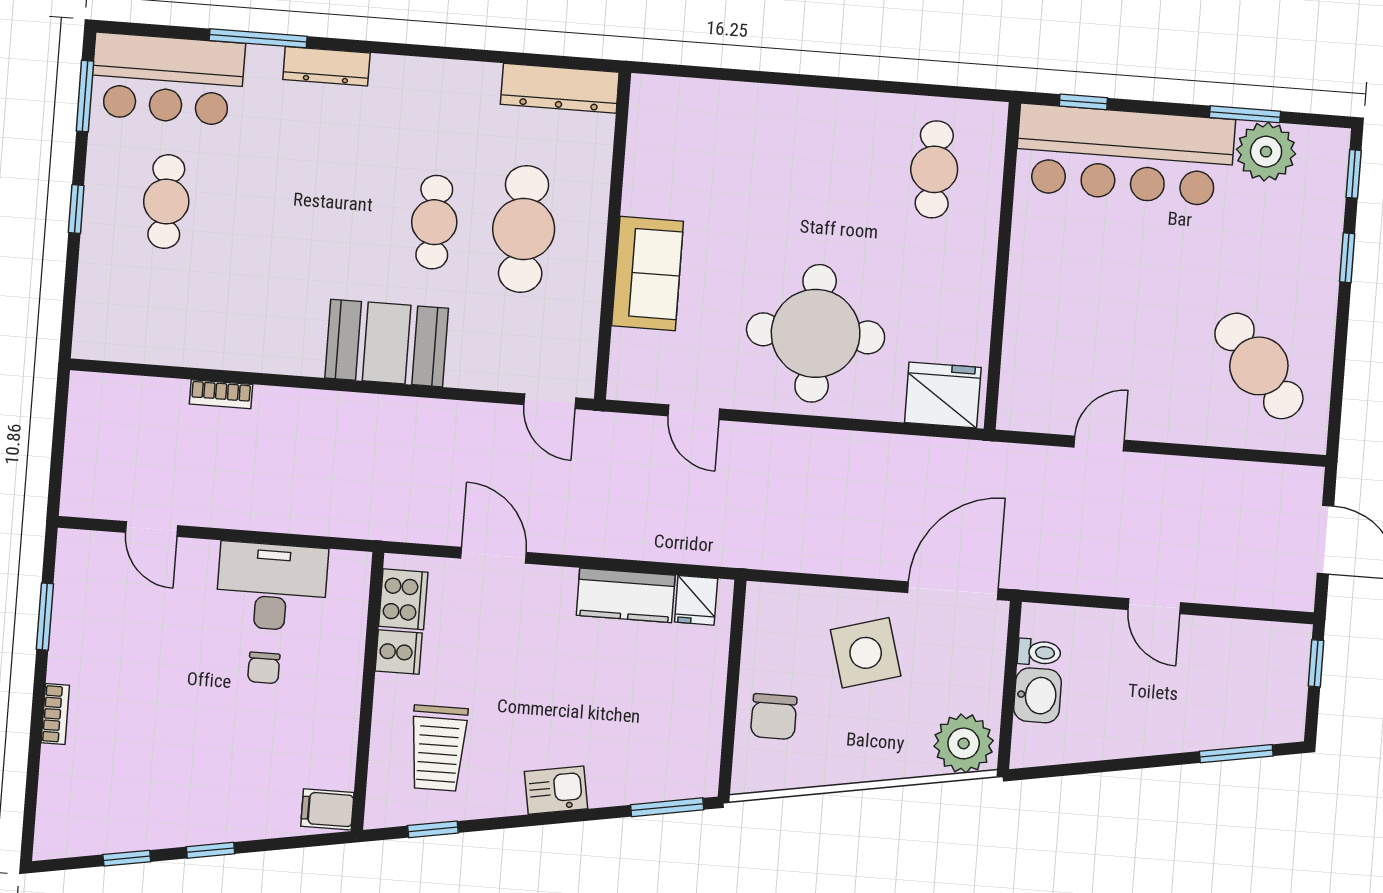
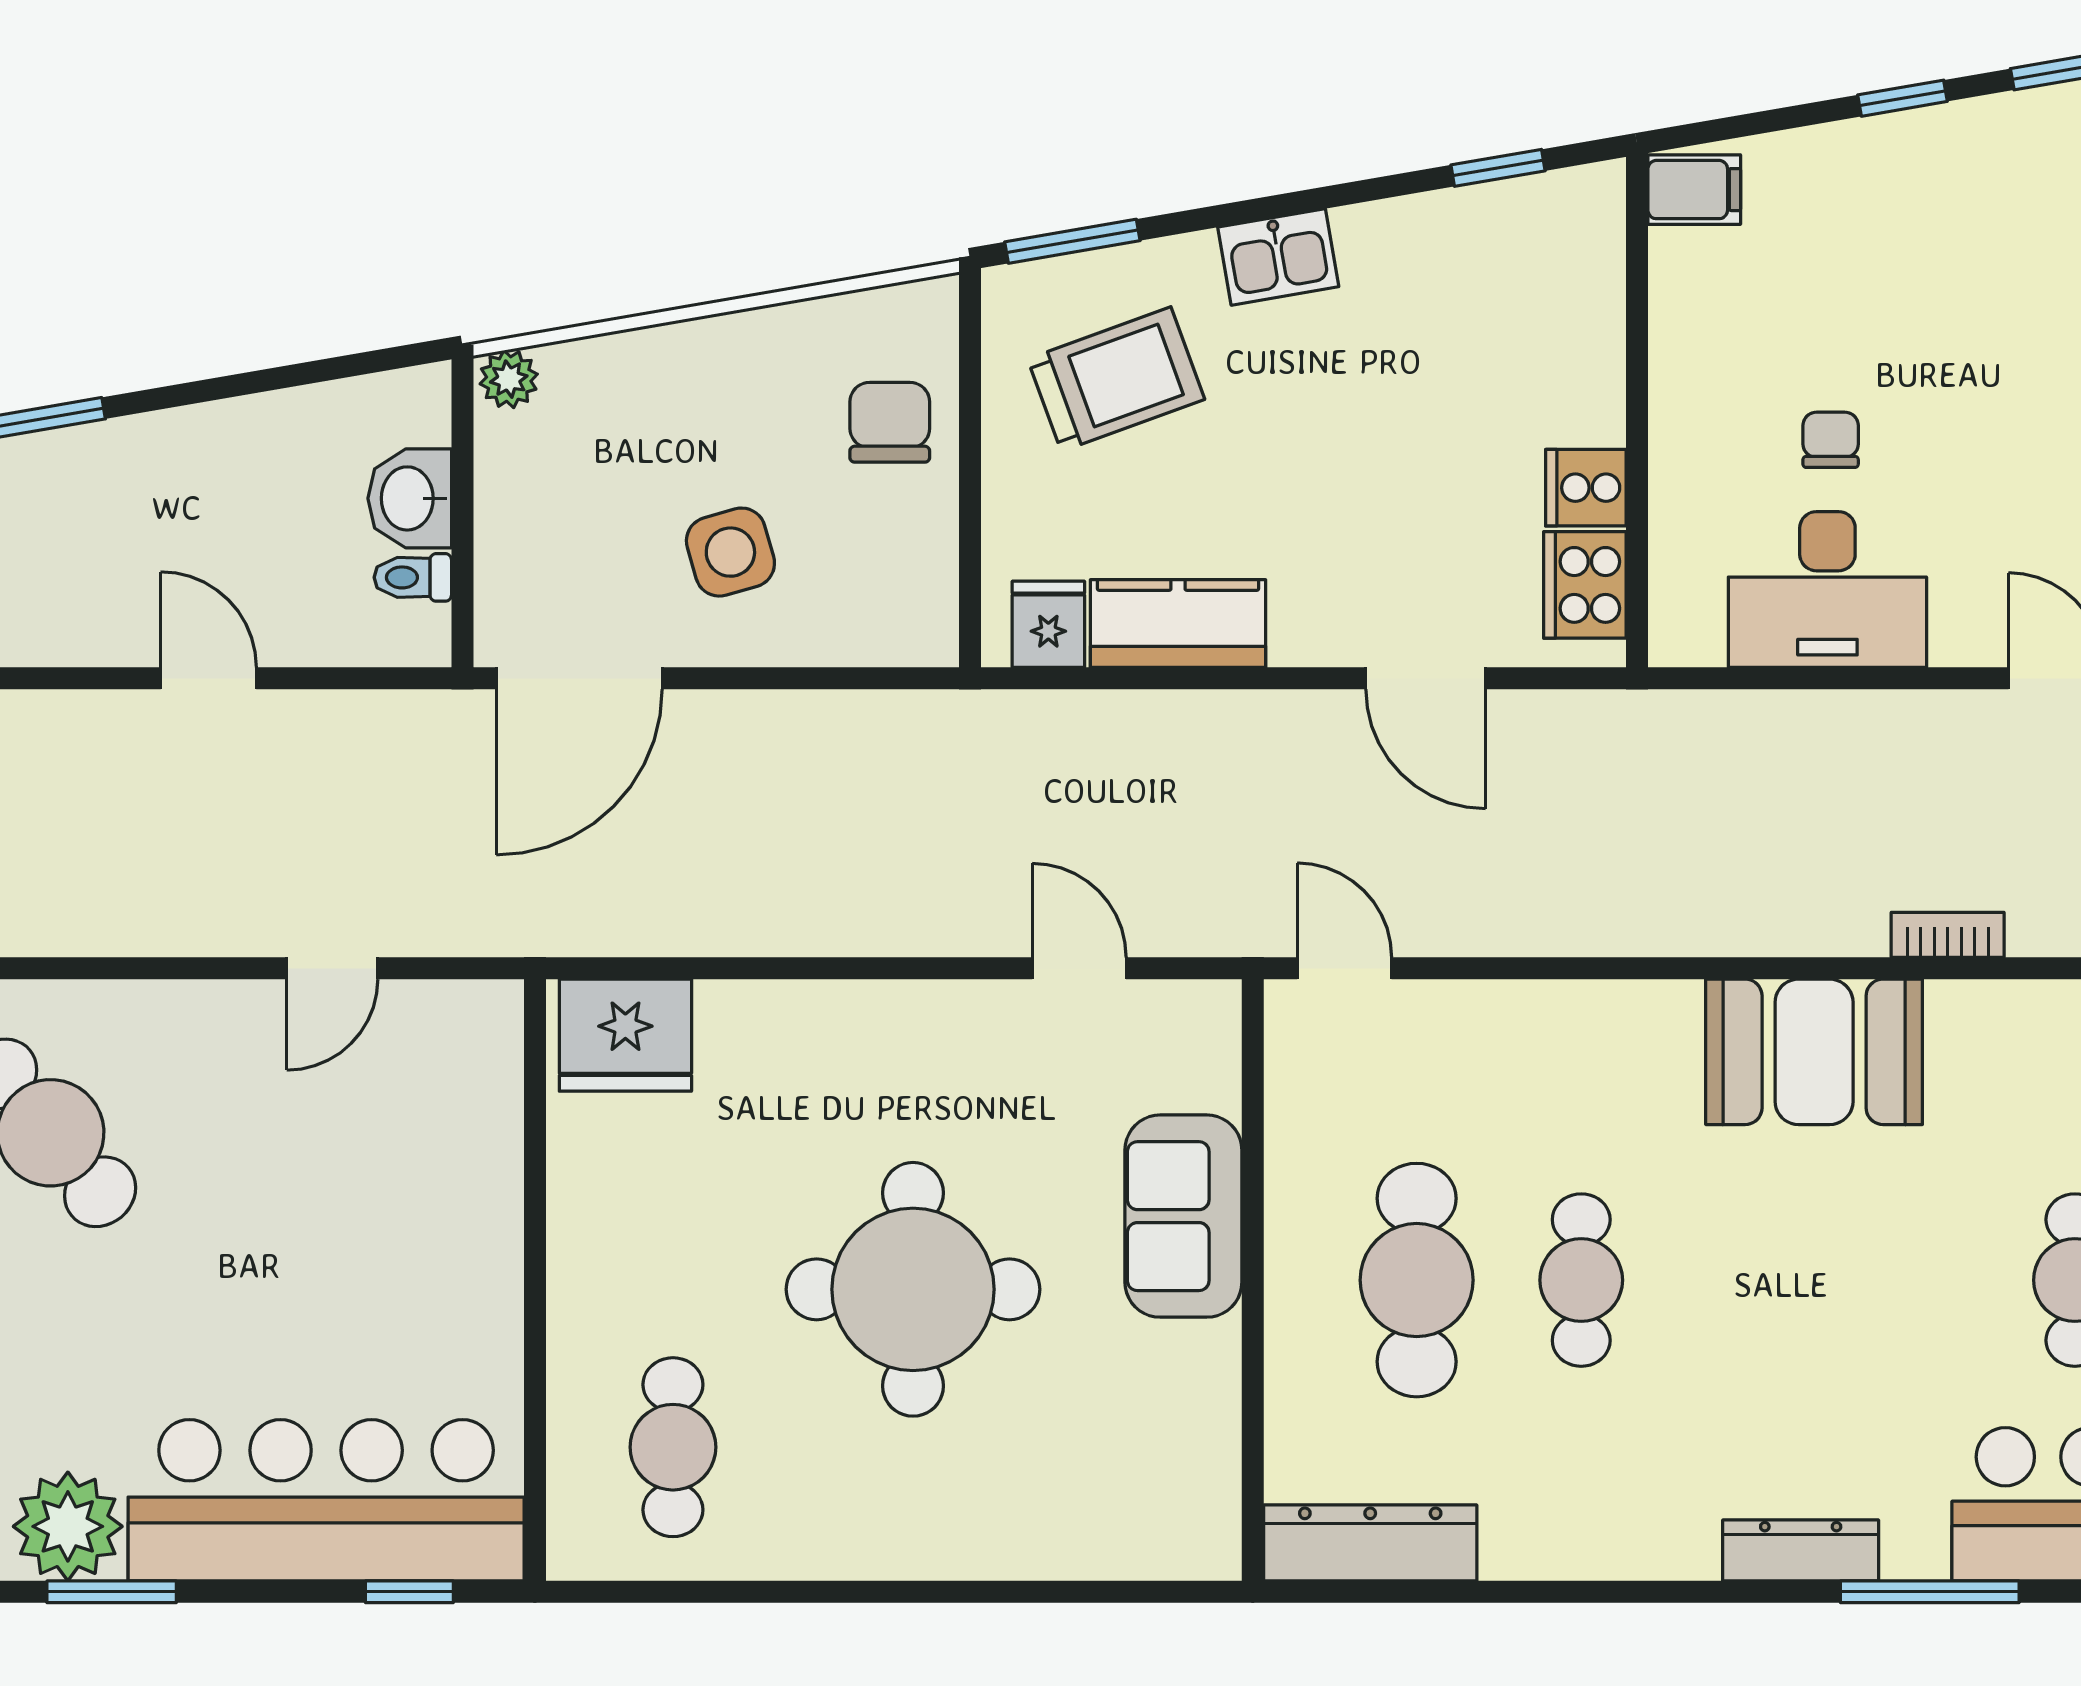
round table: (816, 333) -> (913, 1289), moved
booth: (387, 343) -> (1814, 1052), moved
side table: (866, 653) -> (730, 552), width x0.73, depth x0.73
plant: (964, 743) -> (509, 379), width x0.53, depth x0.53
trolley: (438, 748) -> (1116, 379), moved, turned 70

